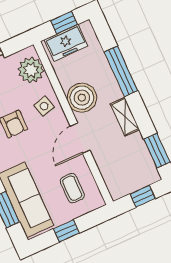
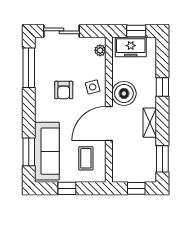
plant: (31, 70) -> (100, 50), width x0.53, depth x0.53
window: (121, 71) -> (162, 87), width x0.46
door: (80, 138) -> (109, 123), width x1.36

